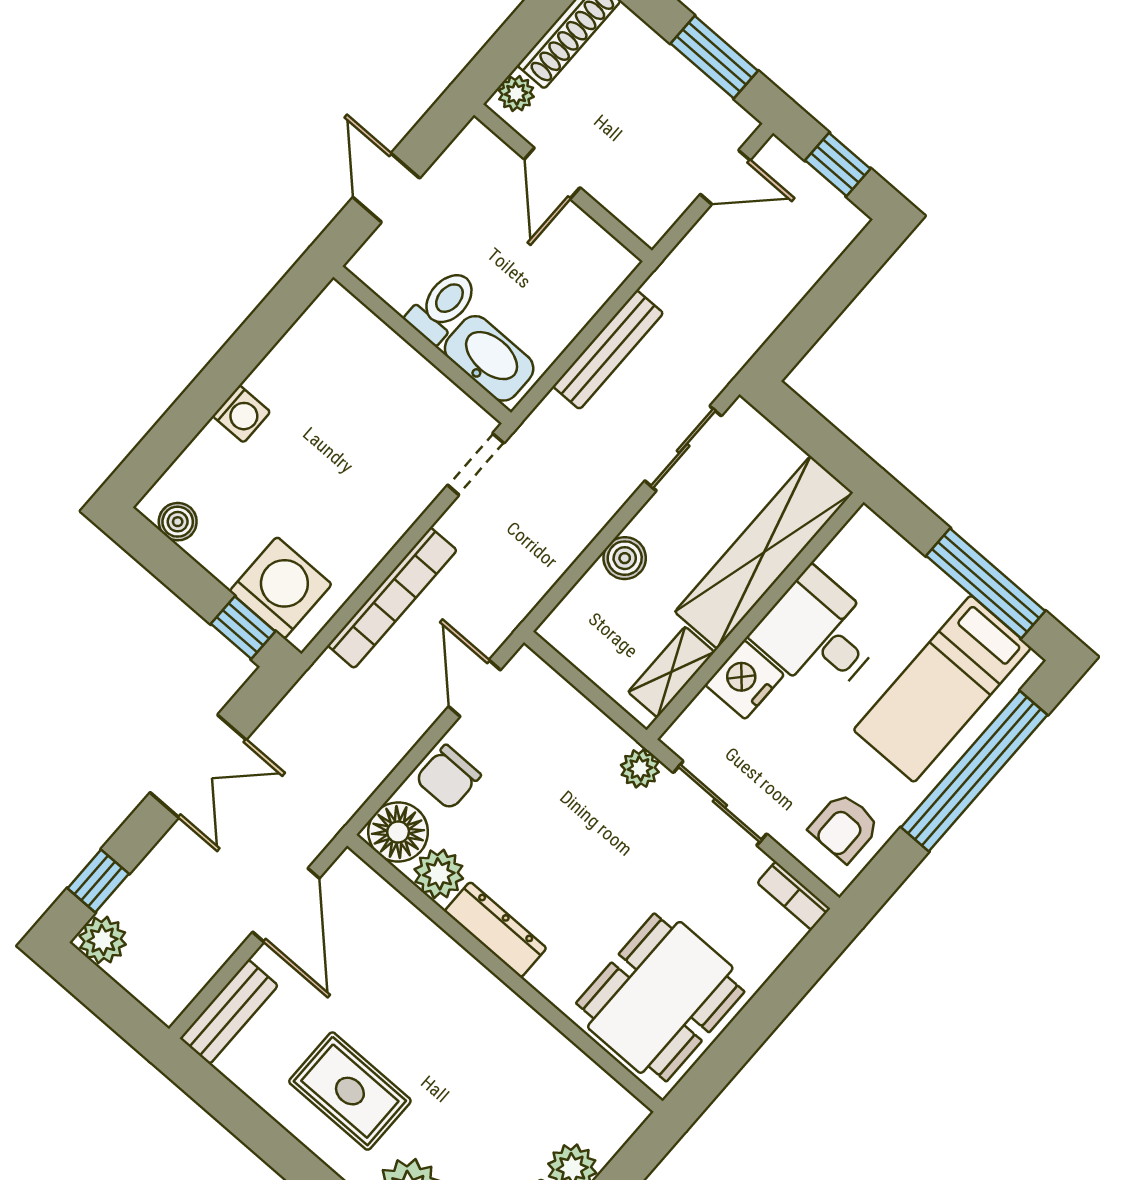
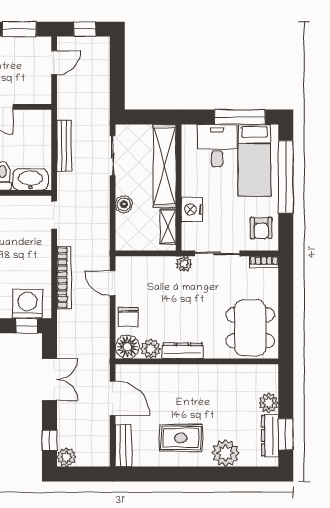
desk: (819, 634) -> (217, 146), moved, turned 90

